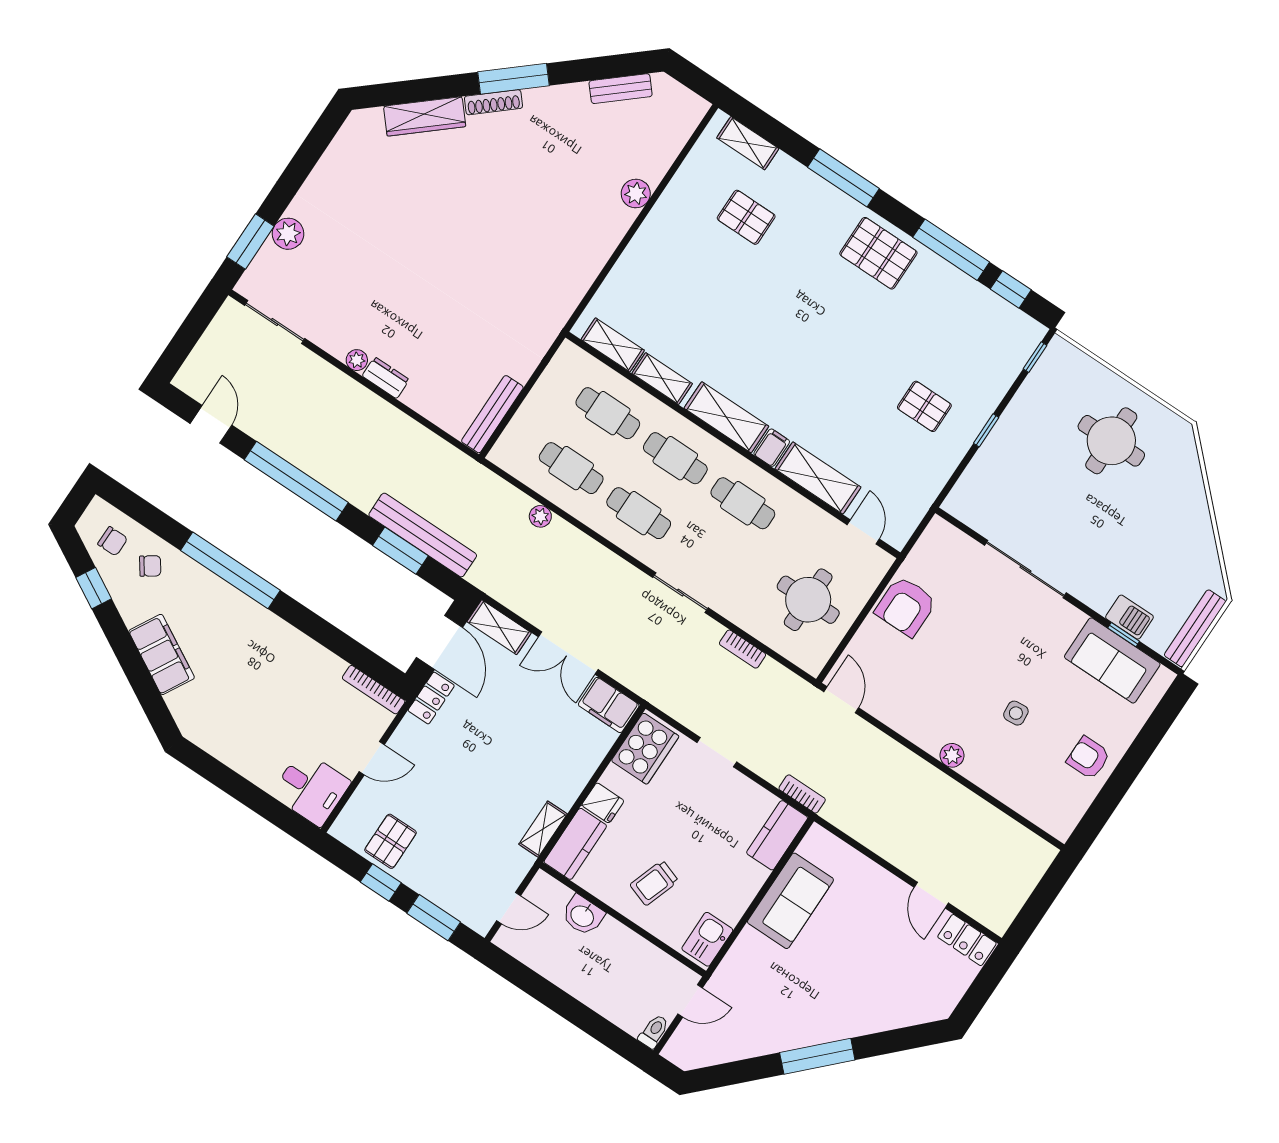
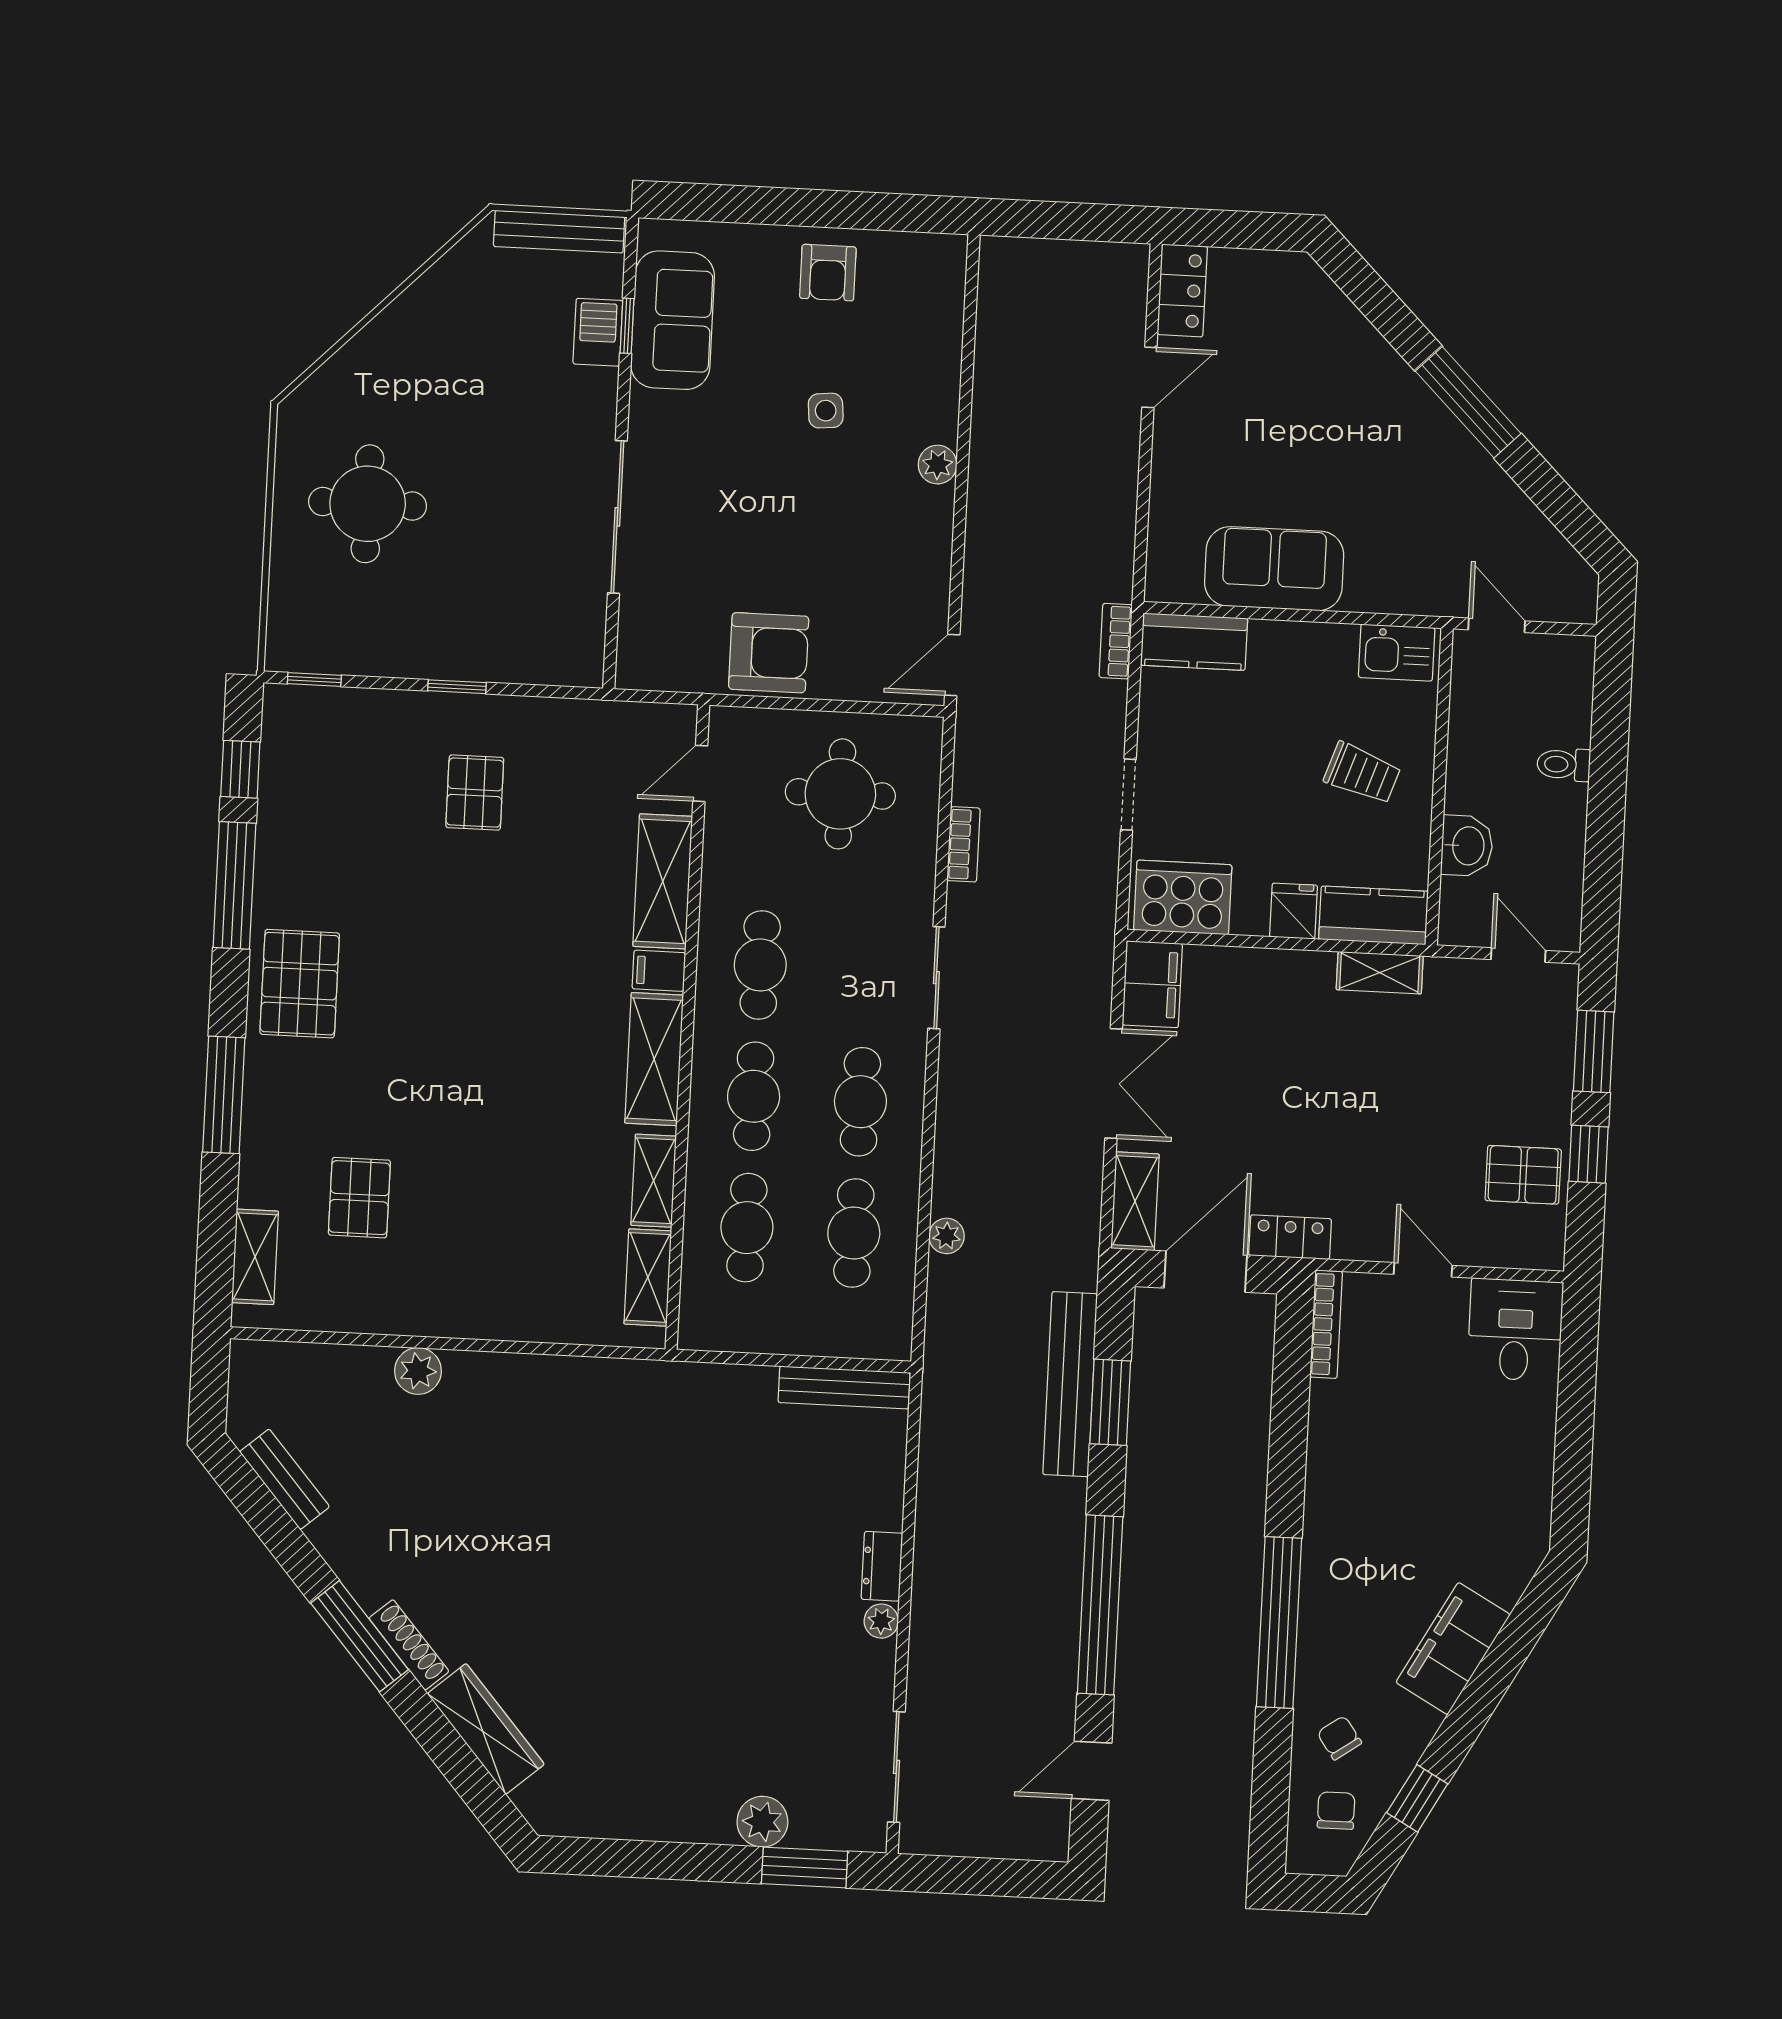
toilet: (654, 1031) -> (1564, 764), moved

